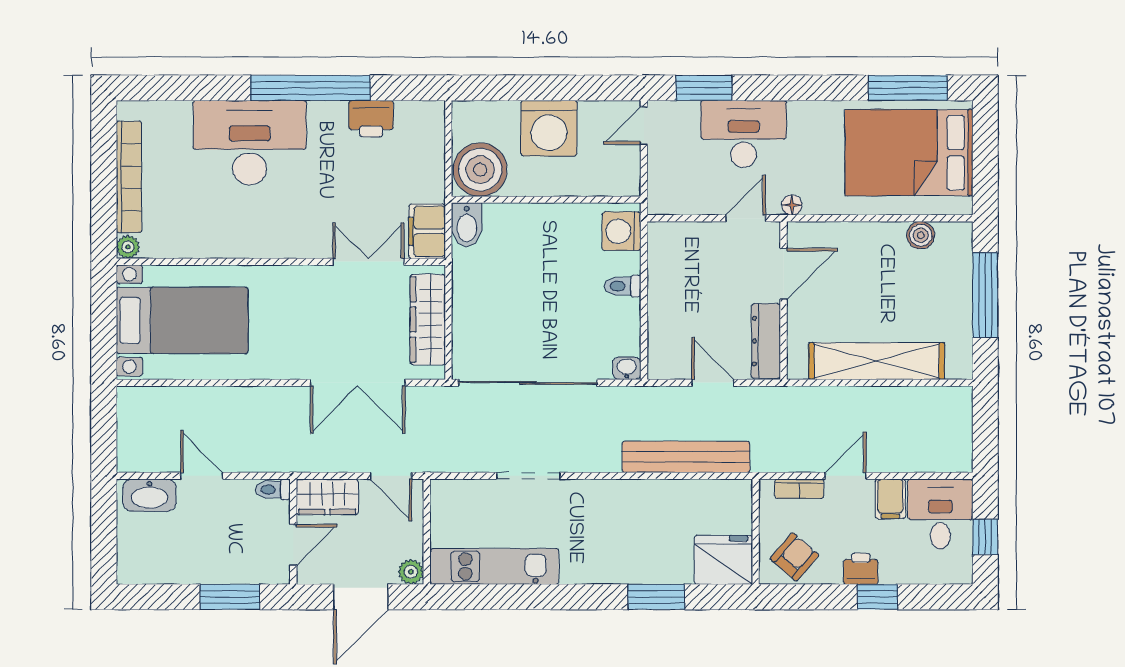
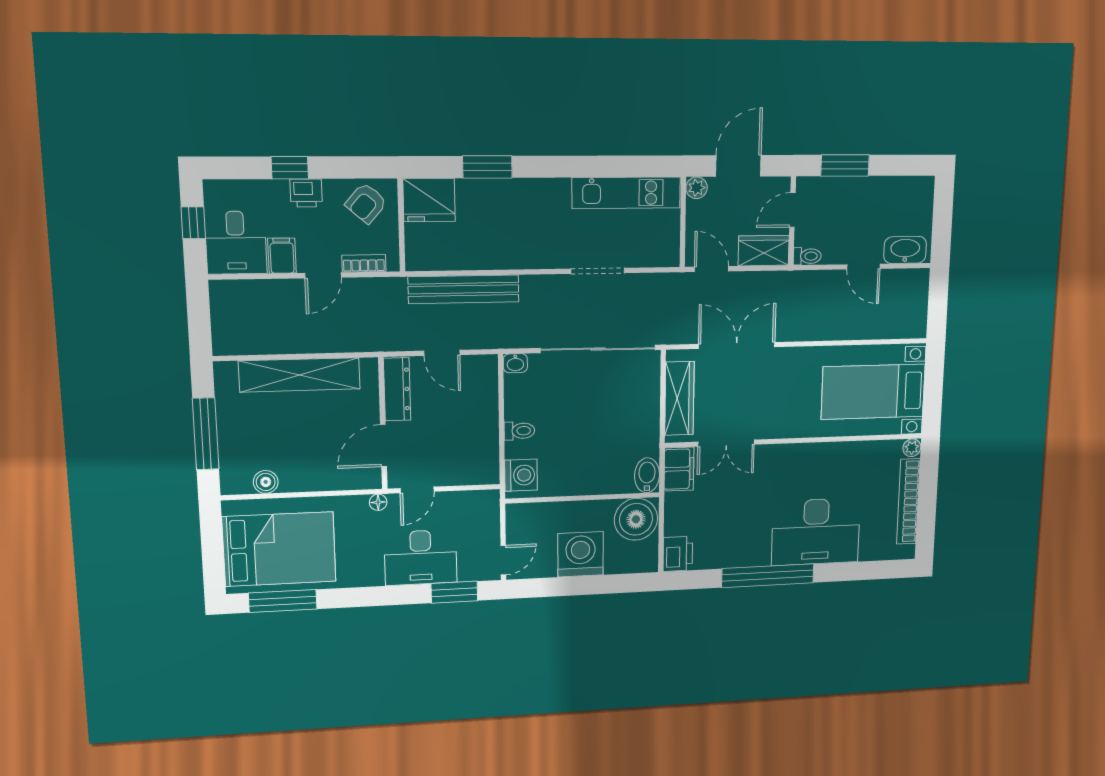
printer: (371, 119) -> (678, 554), moved, turned 90

